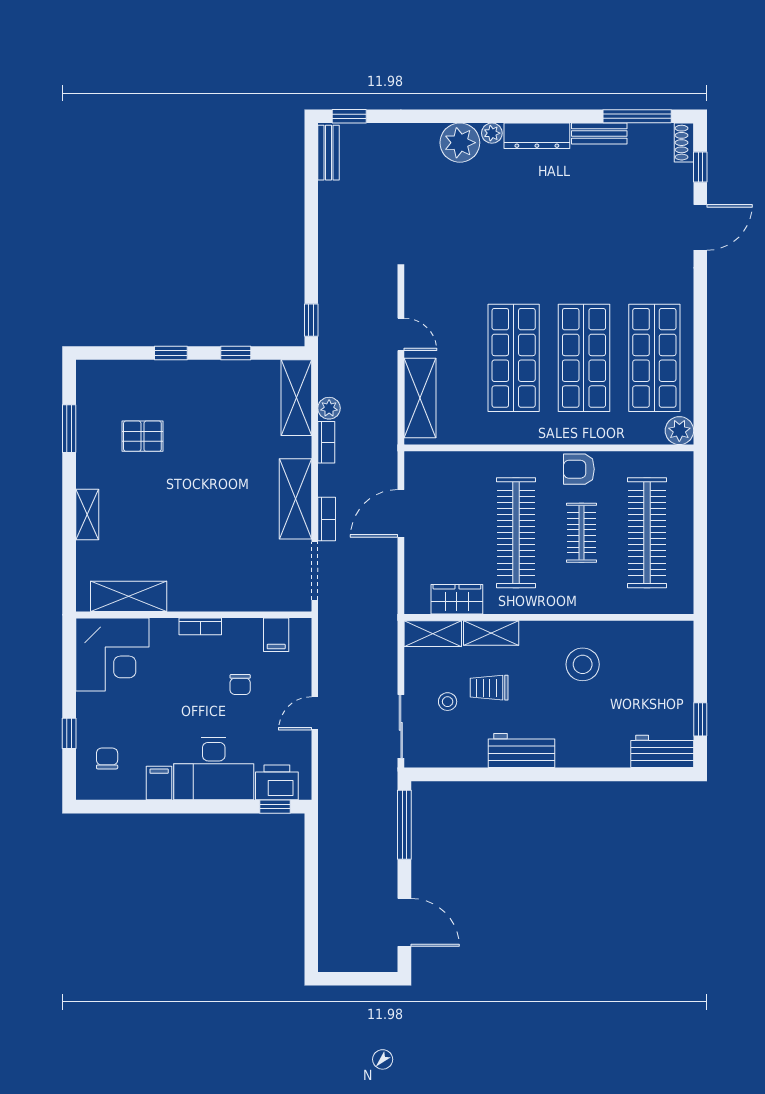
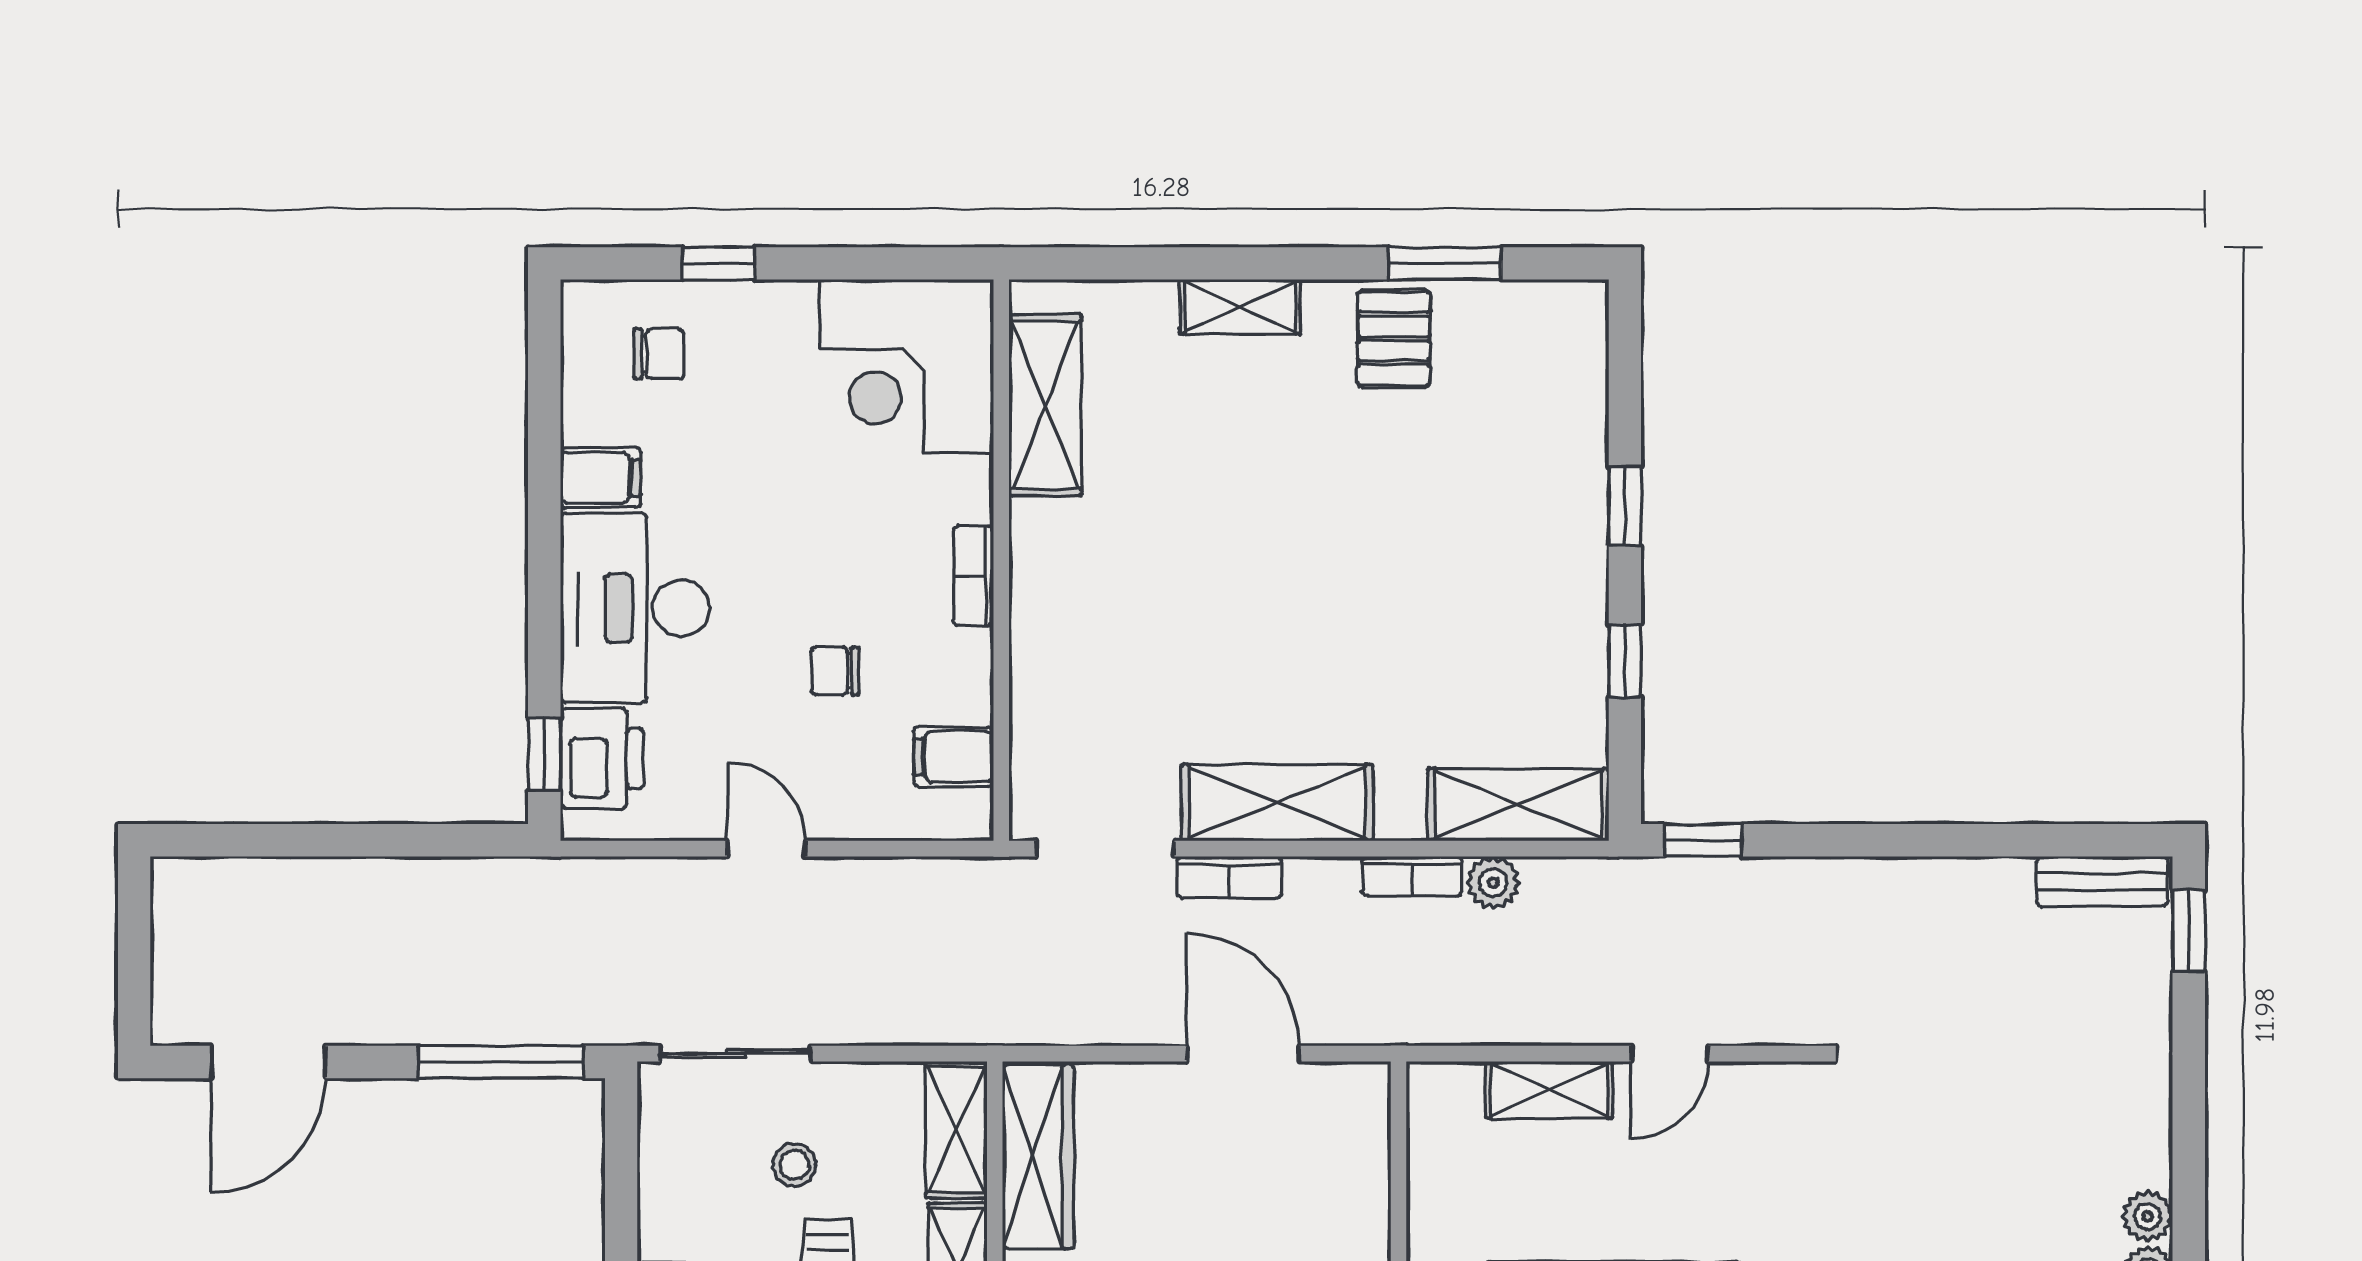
plant: (460, 143) -> (2148, 1216), width x0.53, depth x0.53
shelving: (420, 398) -> (1549, 1090), width x0.67, depth x0.75
pallet: (142, 436) -> (1394, 338), moved
wardrobe: (457, 599) -> (1038, 1157), width x1.50

